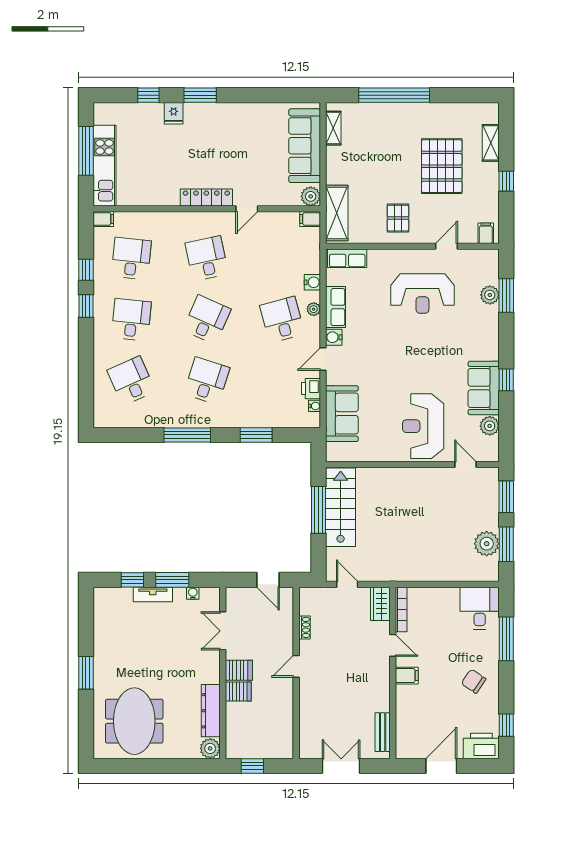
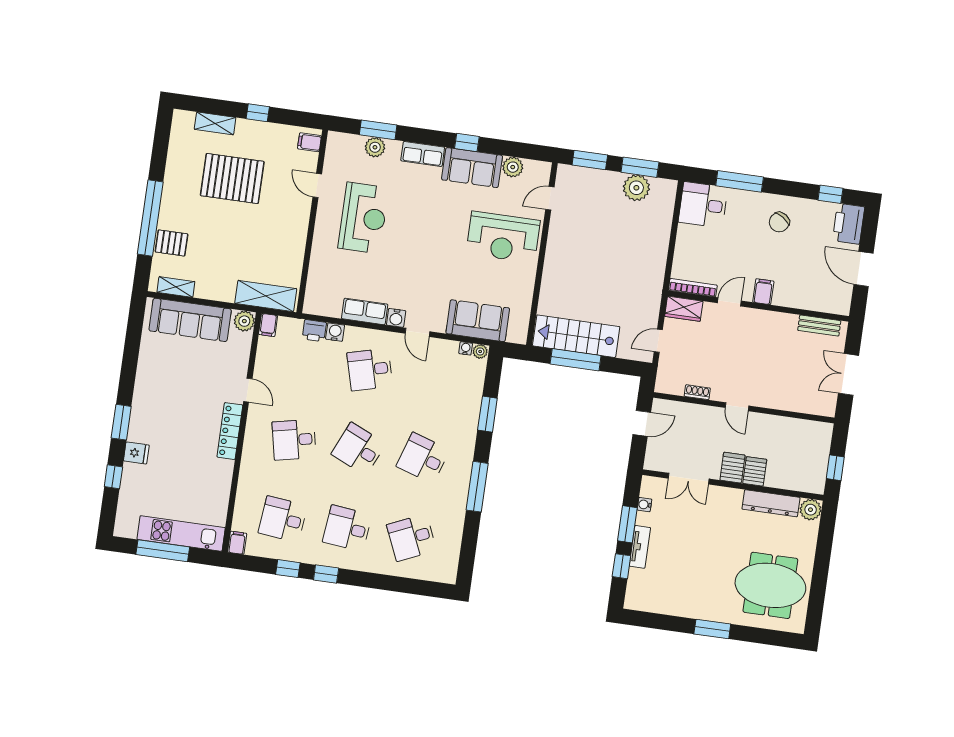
pallet: (398, 218) -> (172, 243), moved
row of seats: (347, 258) -> (423, 154), moved, turned 90
plant: (314, 309) -> (480, 351), moved
printer: (311, 389) -> (314, 331), moved

